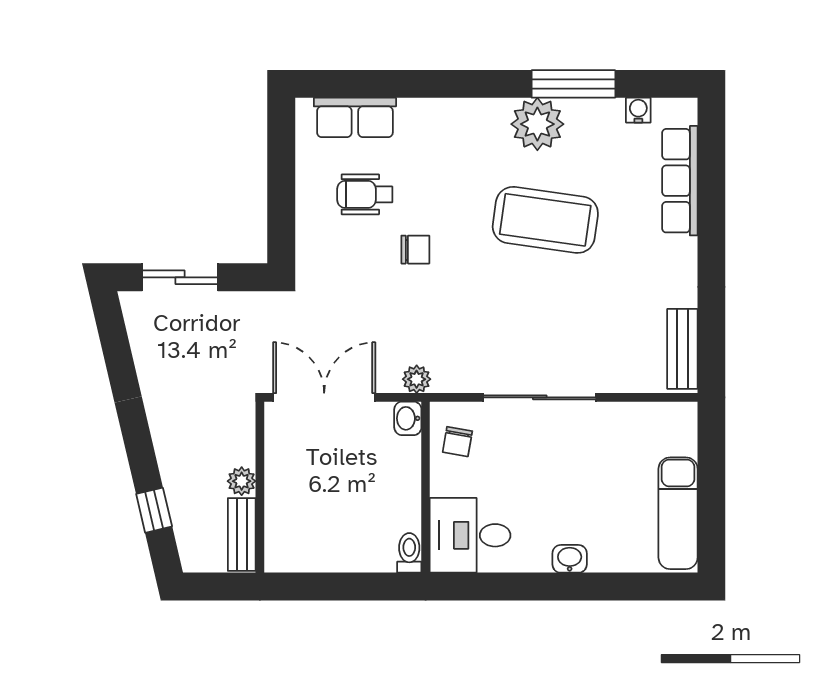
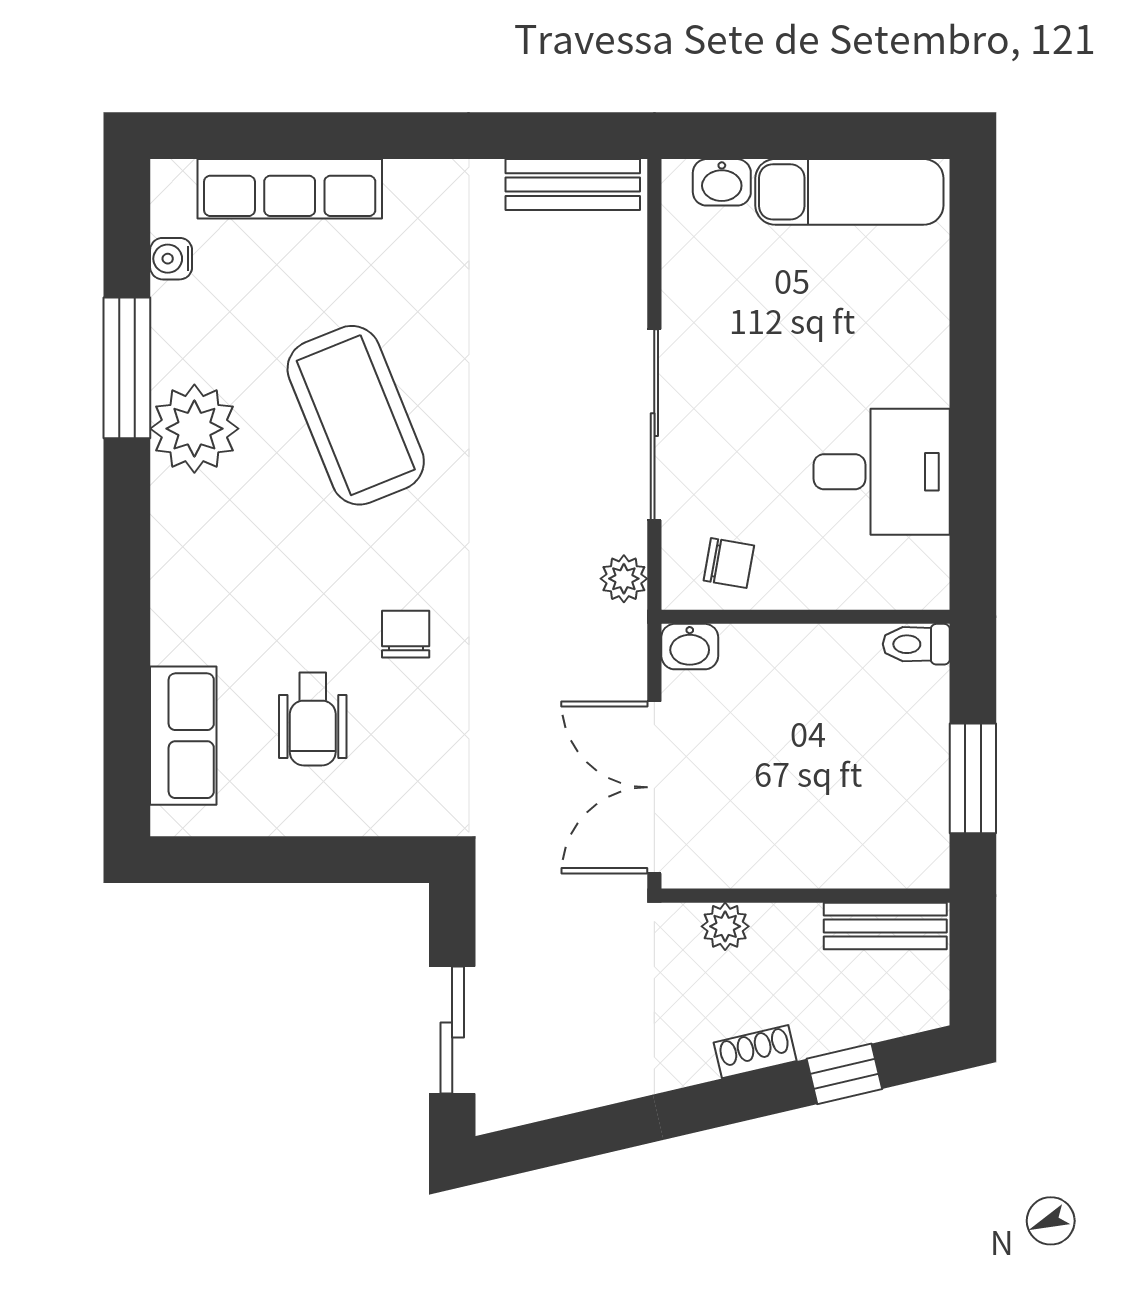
coffee table: (545, 220) -> (356, 415), turned -30
plant: (417, 379) -> (624, 579), moved
shoe rack: (167, 457) -> (755, 1052), added
plant: (242, 481) -> (725, 926), moved
desk: (470, 535) -> (882, 472), moved, turned -90
washbasin: (570, 559) -> (722, 182), moved, turned -90
window: (329, 587) -> (973, 778), added

